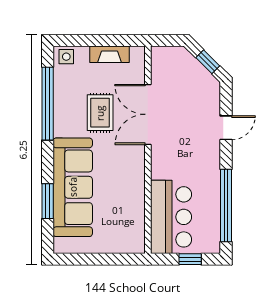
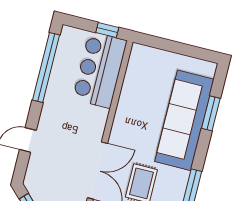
window: (190, 259) -> (107, 30), moved

